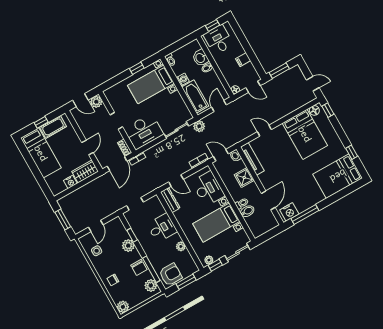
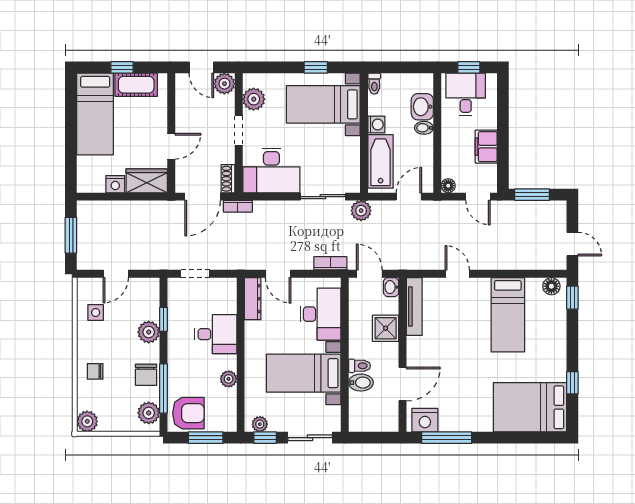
filing cabinet: (243, 60) -> (486, 147), width x2.00
plant: (115, 101) -> (254, 99), added
bed: (305, 134) -> (508, 315), width x0.67

